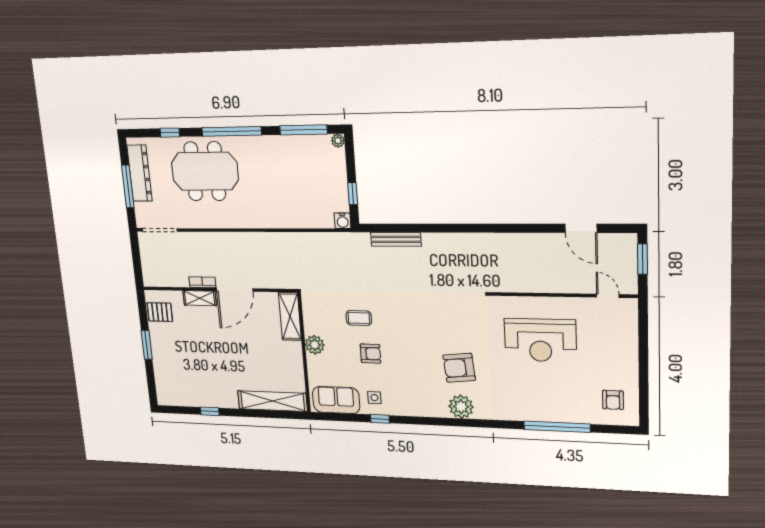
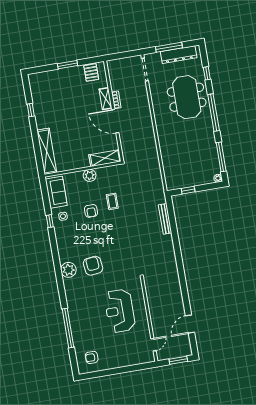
water cooler: (343, 221) -> (171, 186), removed

